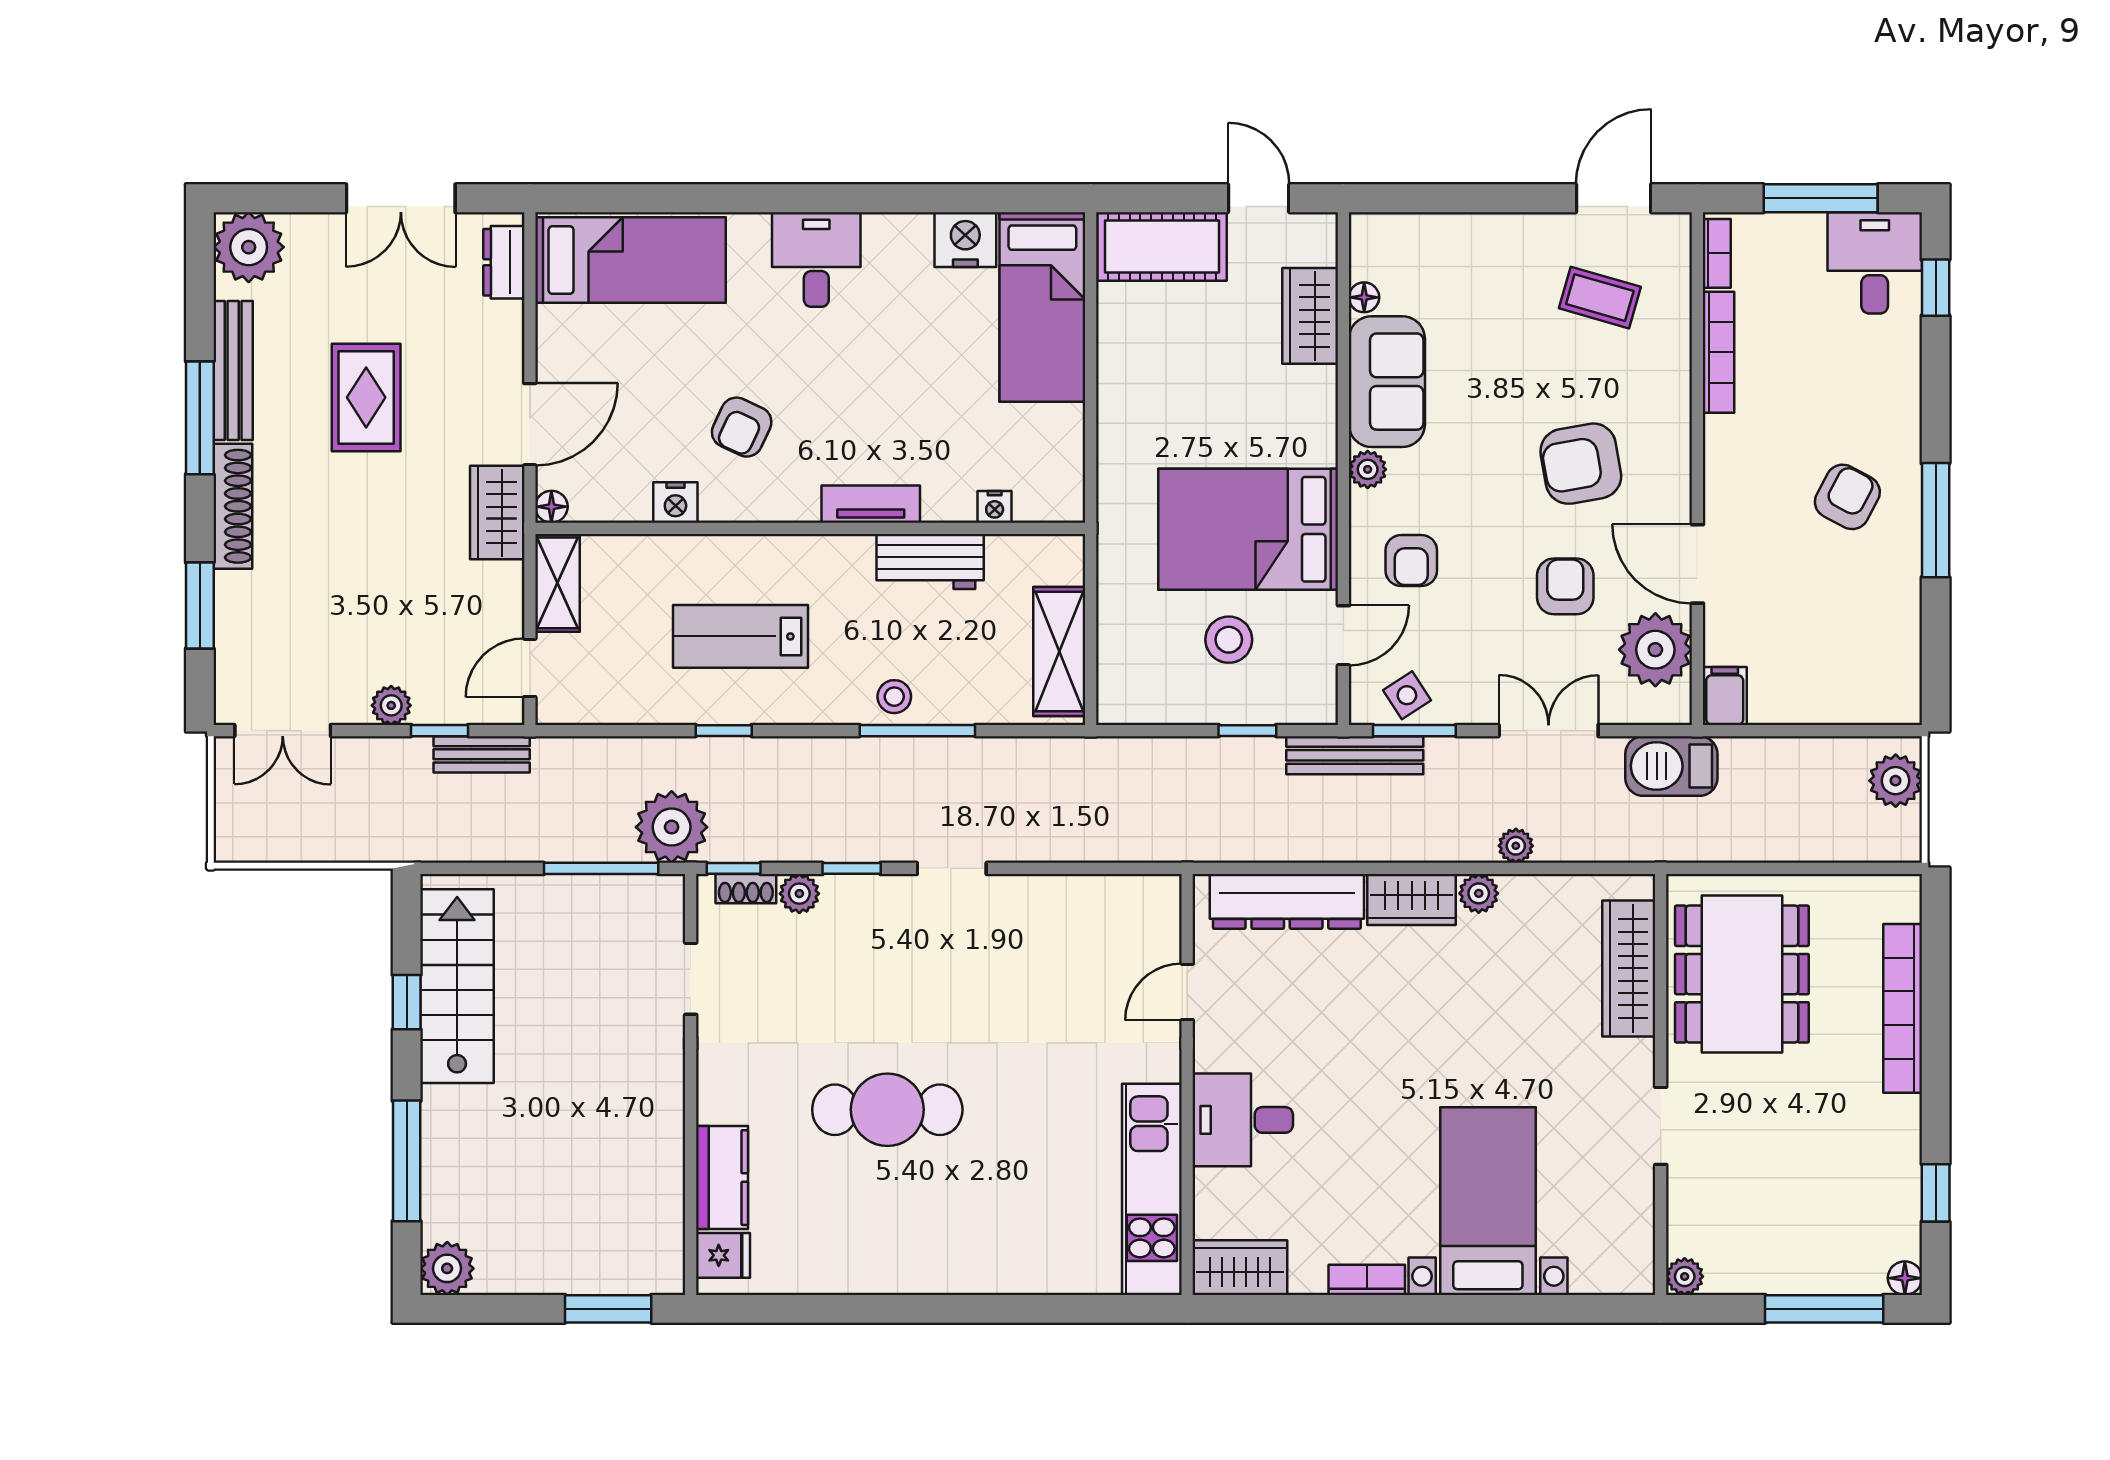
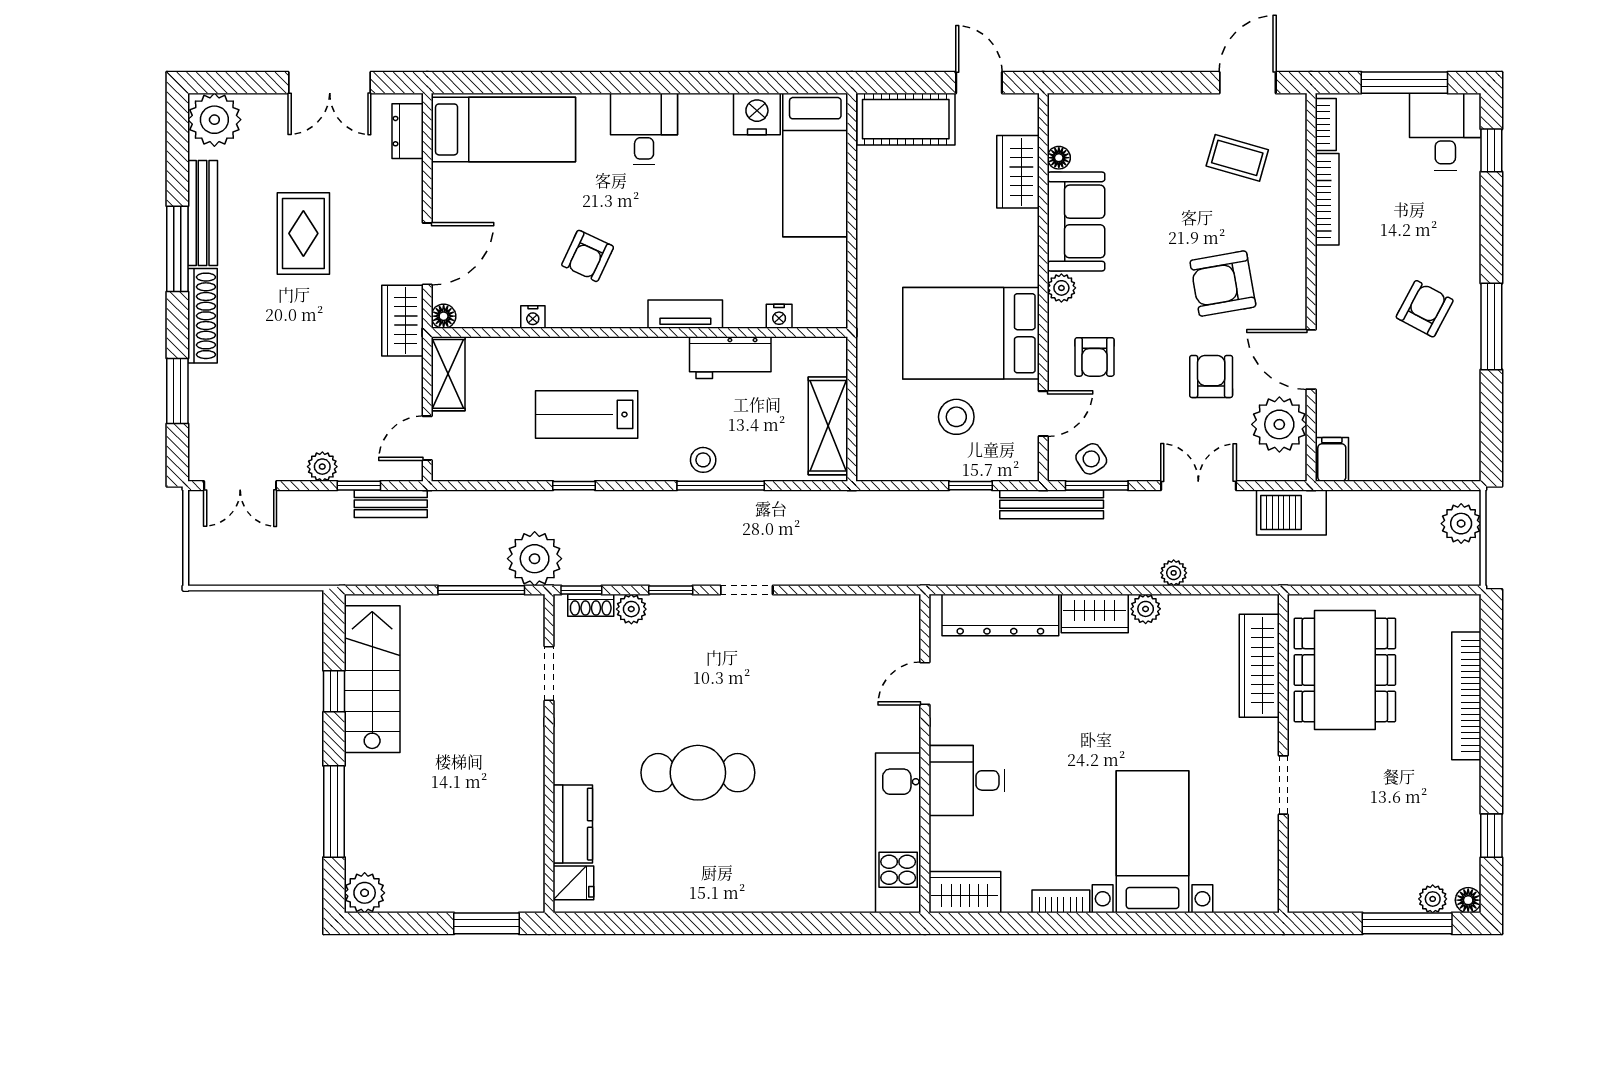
nightstand: (675, 502) -> (533, 317), width x0.72, depth x0.74
plant: (1685, 1277) -> (1433, 899), moved

